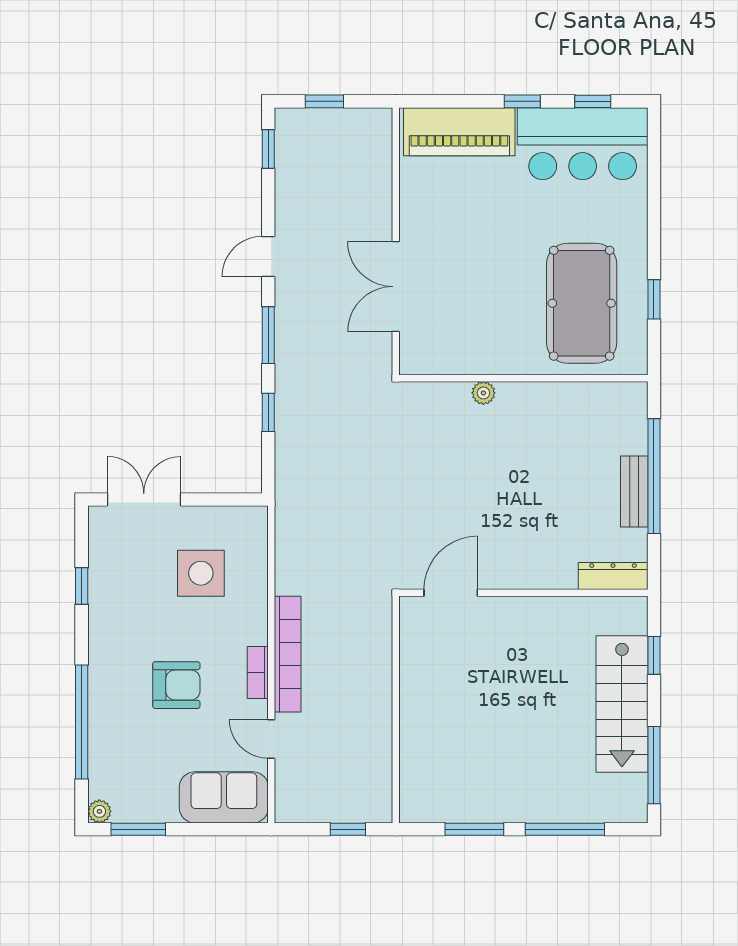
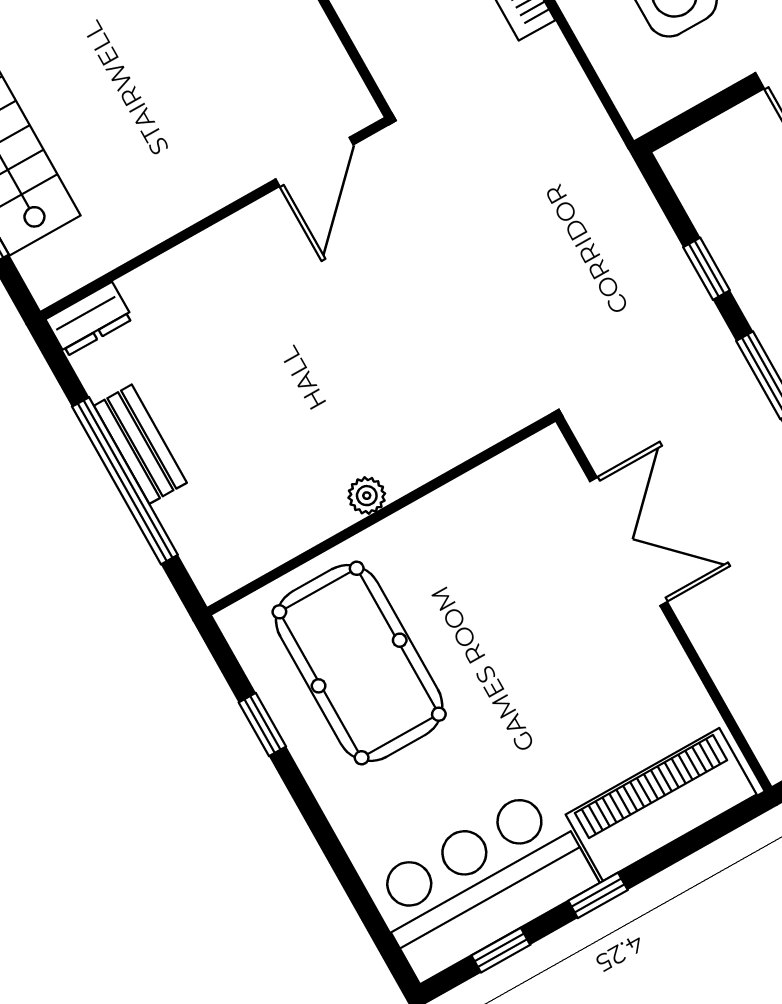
plant: (483, 393) -> (367, 496), moved
dresser: (613, 576) -> (89, 319), width x0.70

